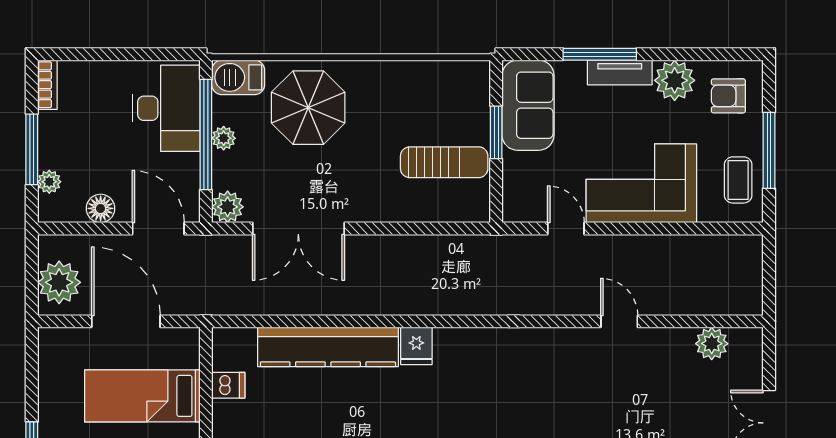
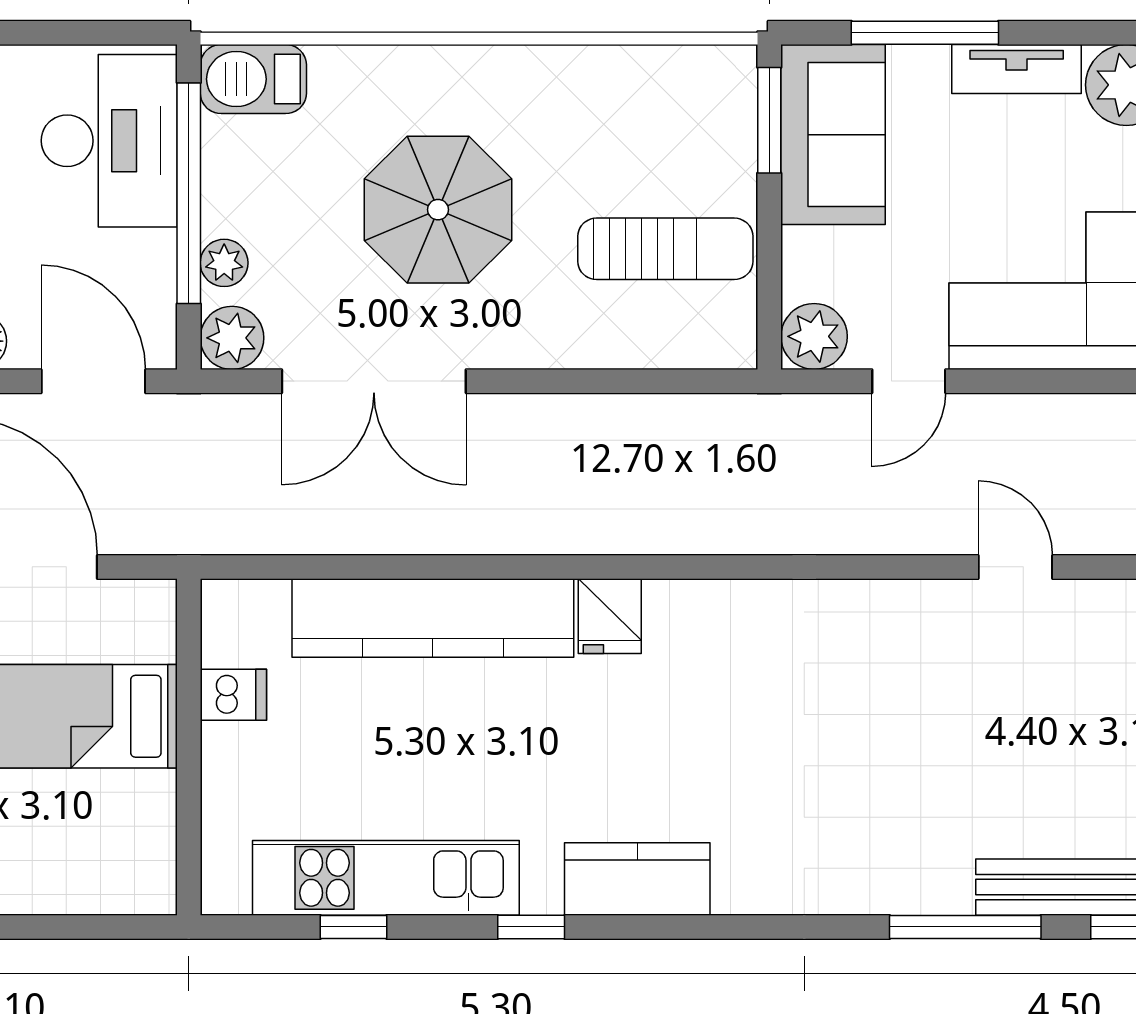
window: (600, 54) -> (925, 33), moved
parasol: (308, 108) -> (438, 210), moved
window: (496, 132) -> (769, 120), moved
plant: (224, 138) -> (224, 263), moved
plant: (519, 206) -> (814, 336), added
door: (566, 228) -> (909, 381), swing flipped

